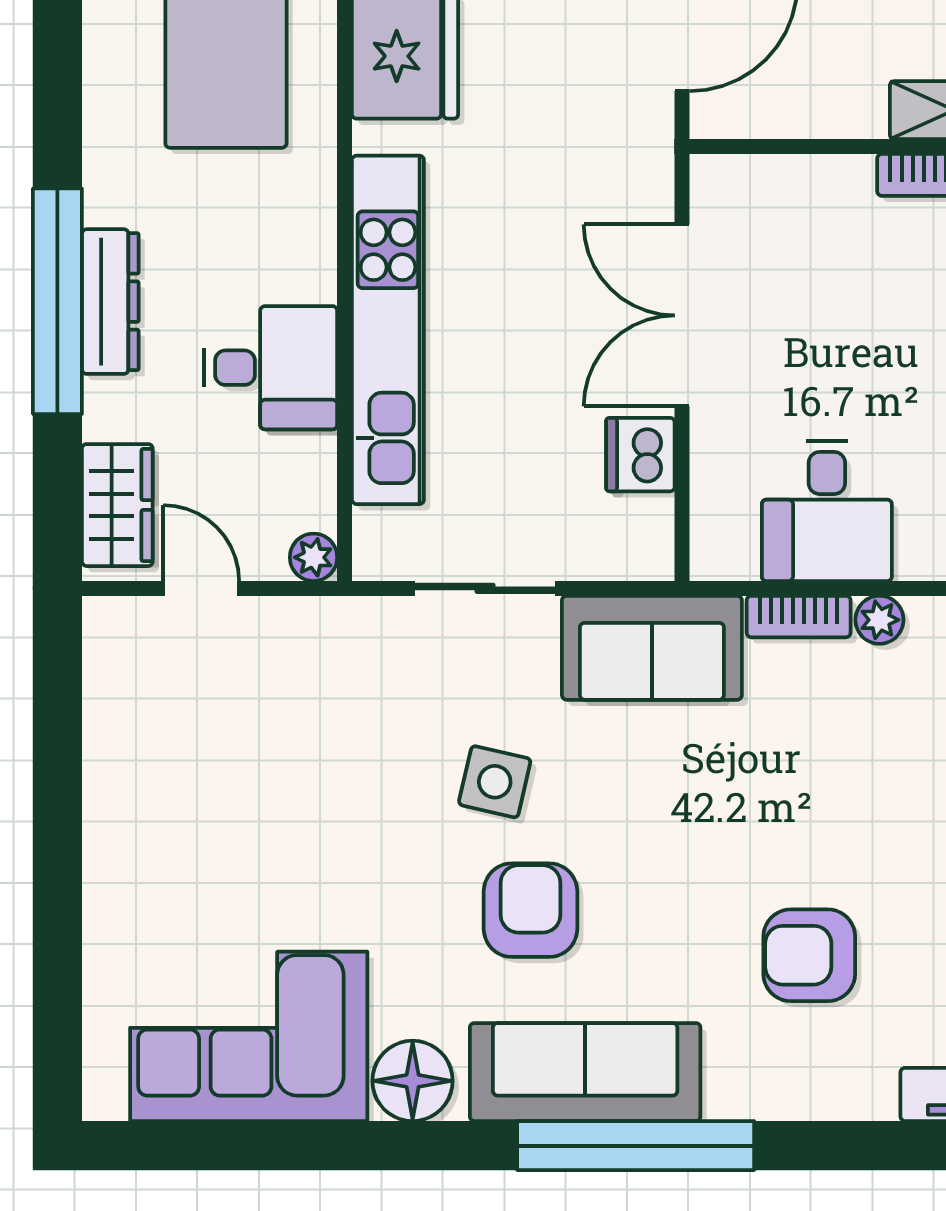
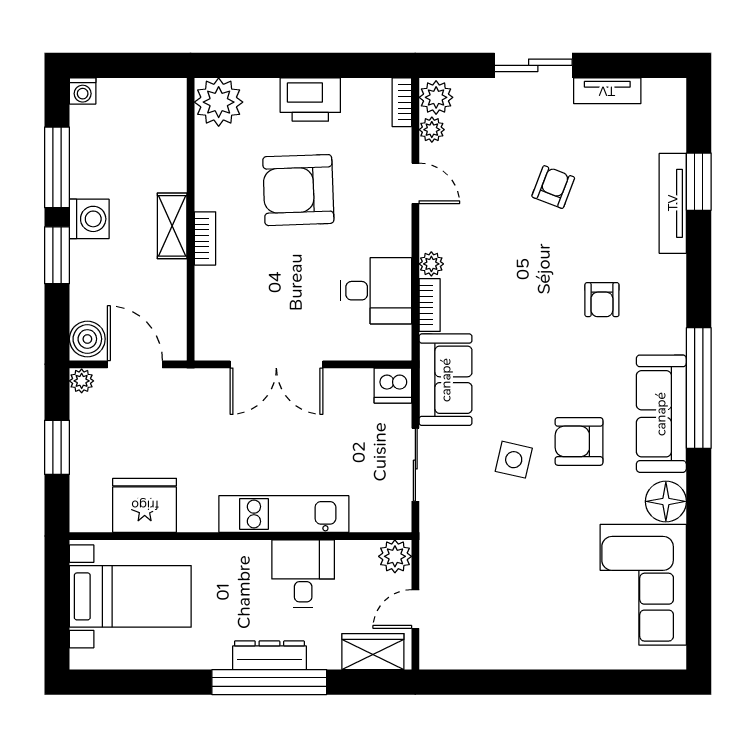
kitchen unit: (388, 330) -> (284, 514), width x0.73
dishwasher: (640, 455) -> (393, 386), moved
plant: (314, 557) -> (395, 556), width x1.38, depth x1.38
armchair: (809, 955) -> (602, 300), width x0.72, depth x0.72

